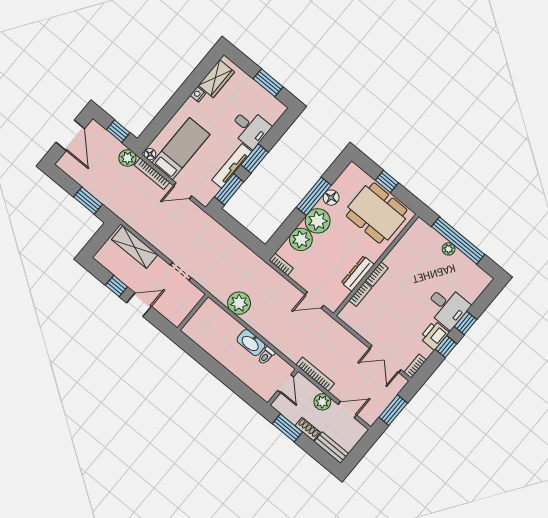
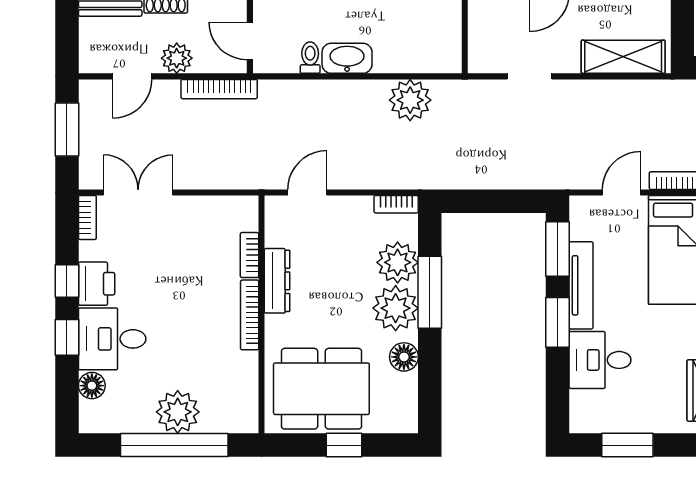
window: (314, 196) -> (430, 292), moved
plant: (449, 249) -> (178, 412), width x1.88, depth x1.88
bookcase: (377, 274) -> (250, 315), width x1.56
floor lamp: (472, 294) -> (92, 386), added

